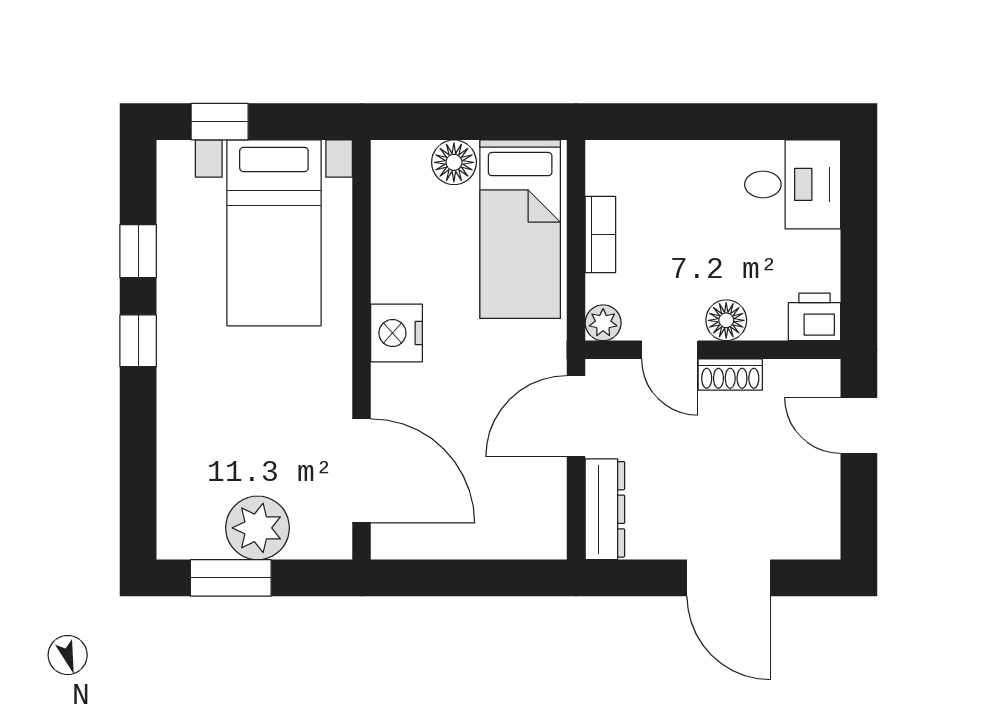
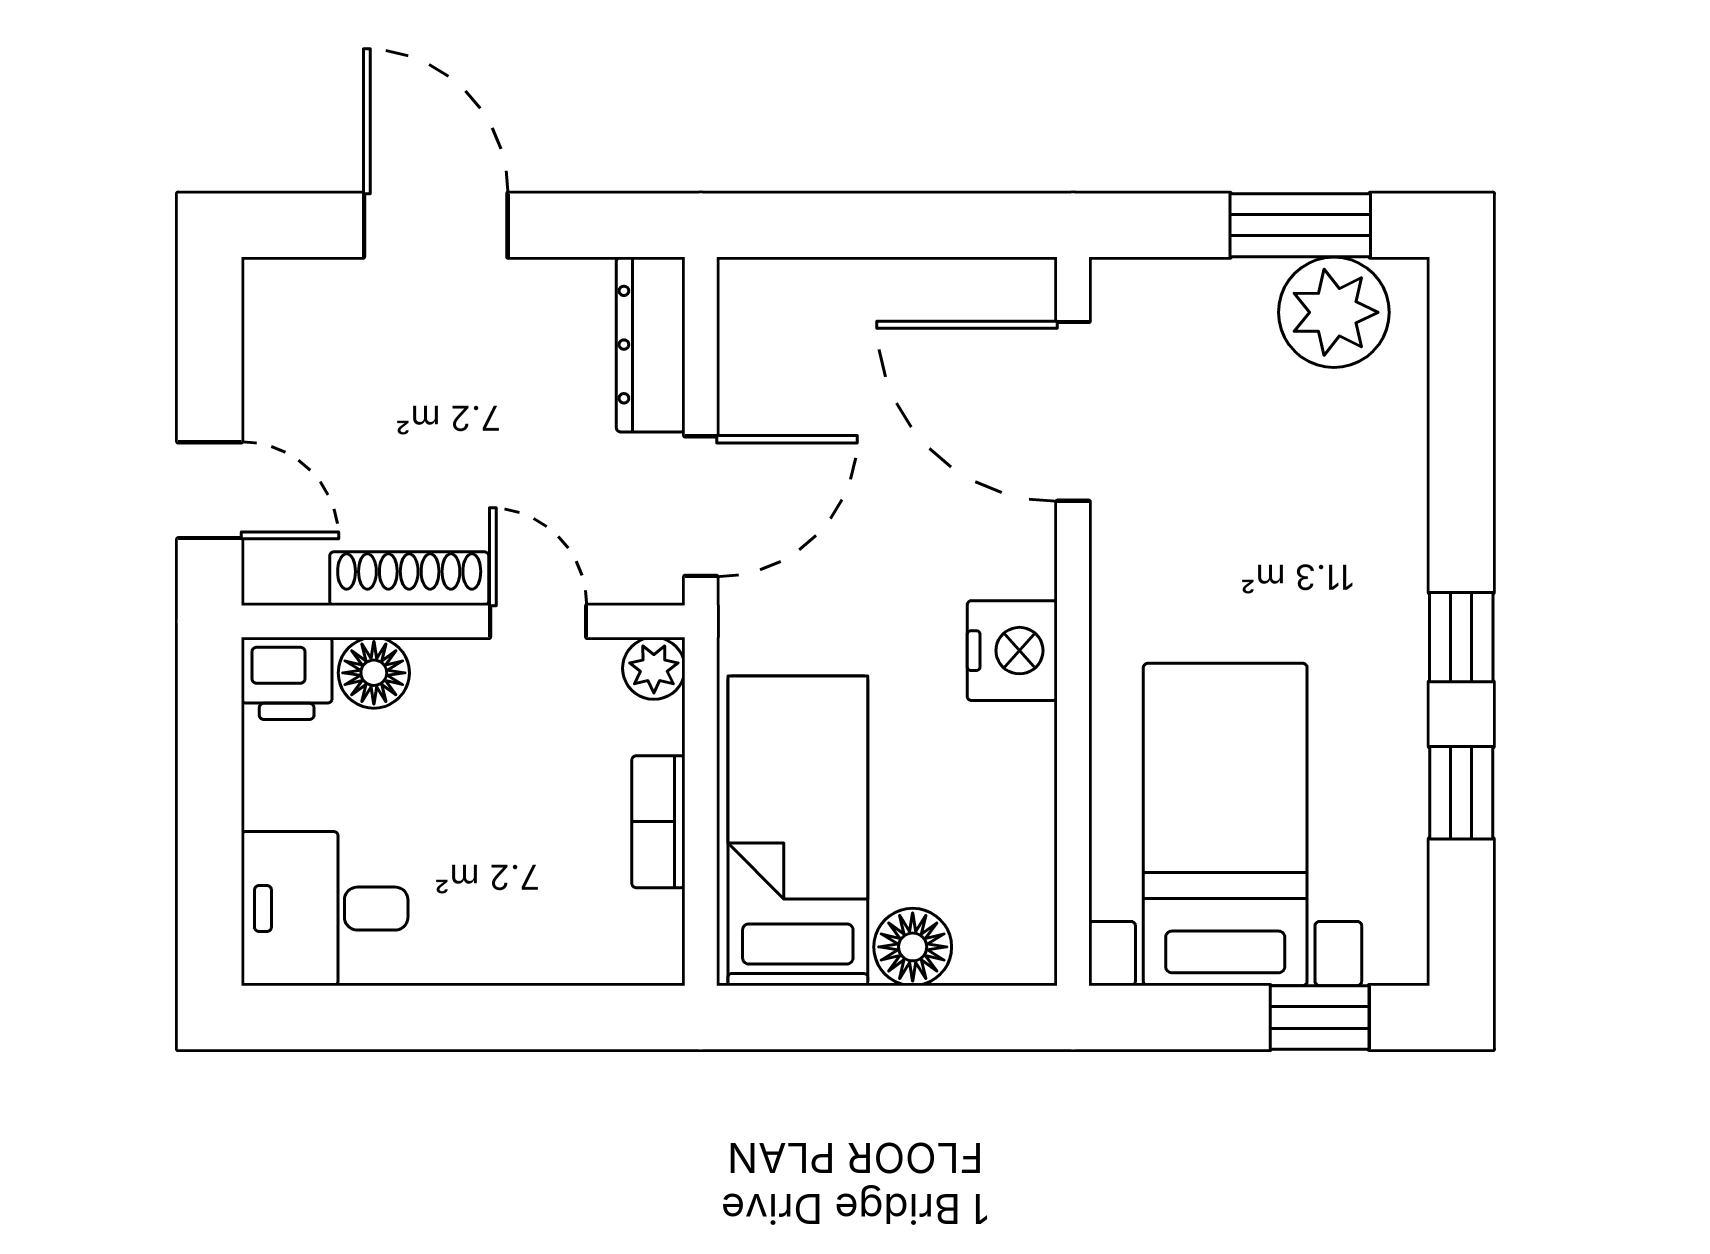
floor lamp: (726, 320) -> (374, 673), moved
shoe rack: (730, 375) -> (409, 579), width x1.43
plant: (258, 528) -> (1334, 312), moved

